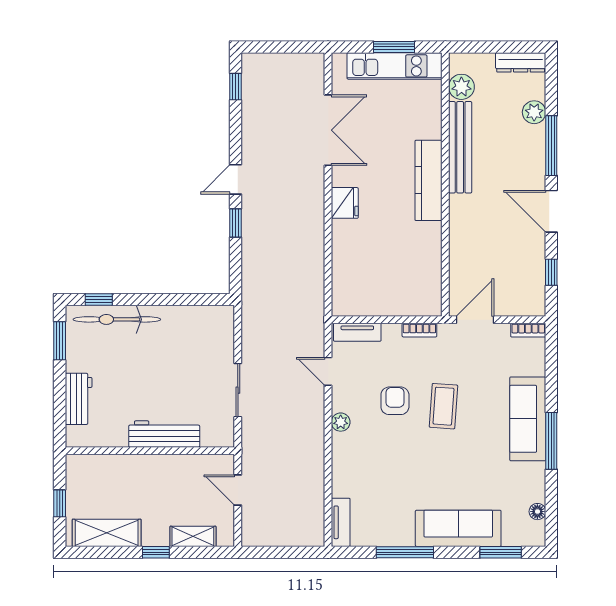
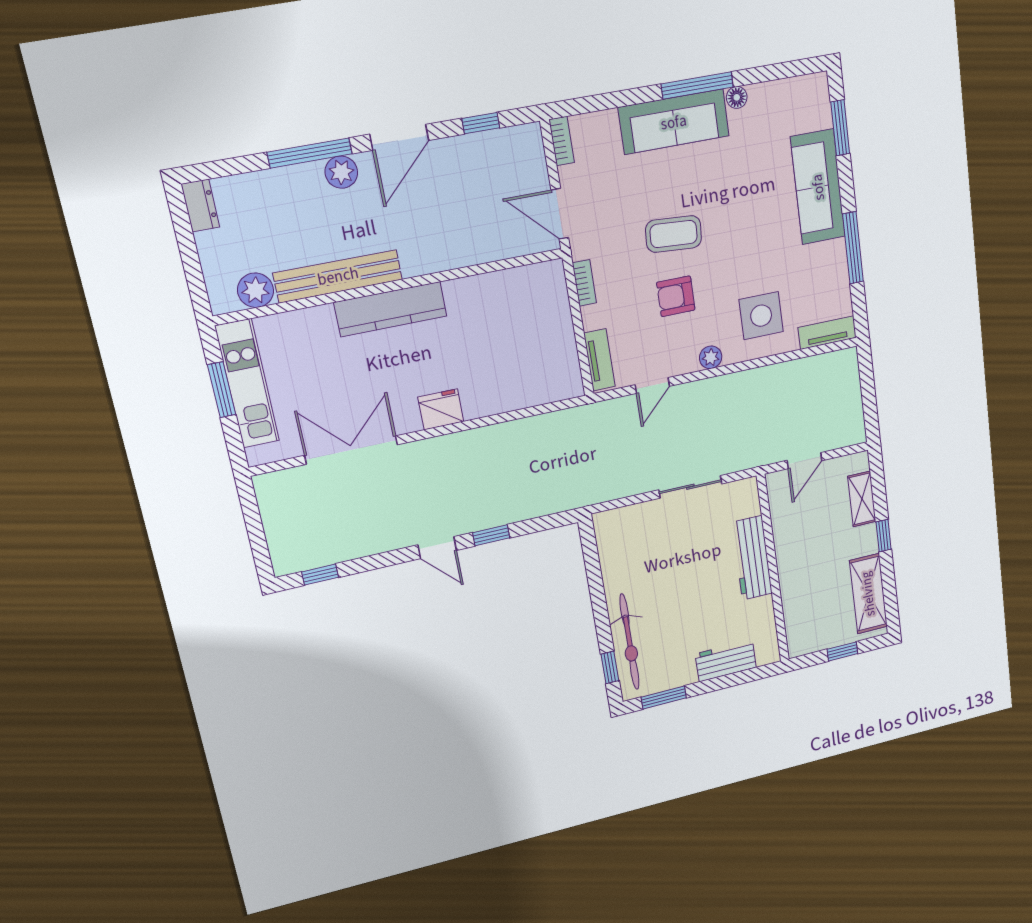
dresser: (521, 62) -> (200, 206), width x0.70
plant: (534, 112) -> (341, 172), moved
side table: (366, 468) -> (761, 316), added
floor lamp: (537, 512) -> (737, 97), moved

